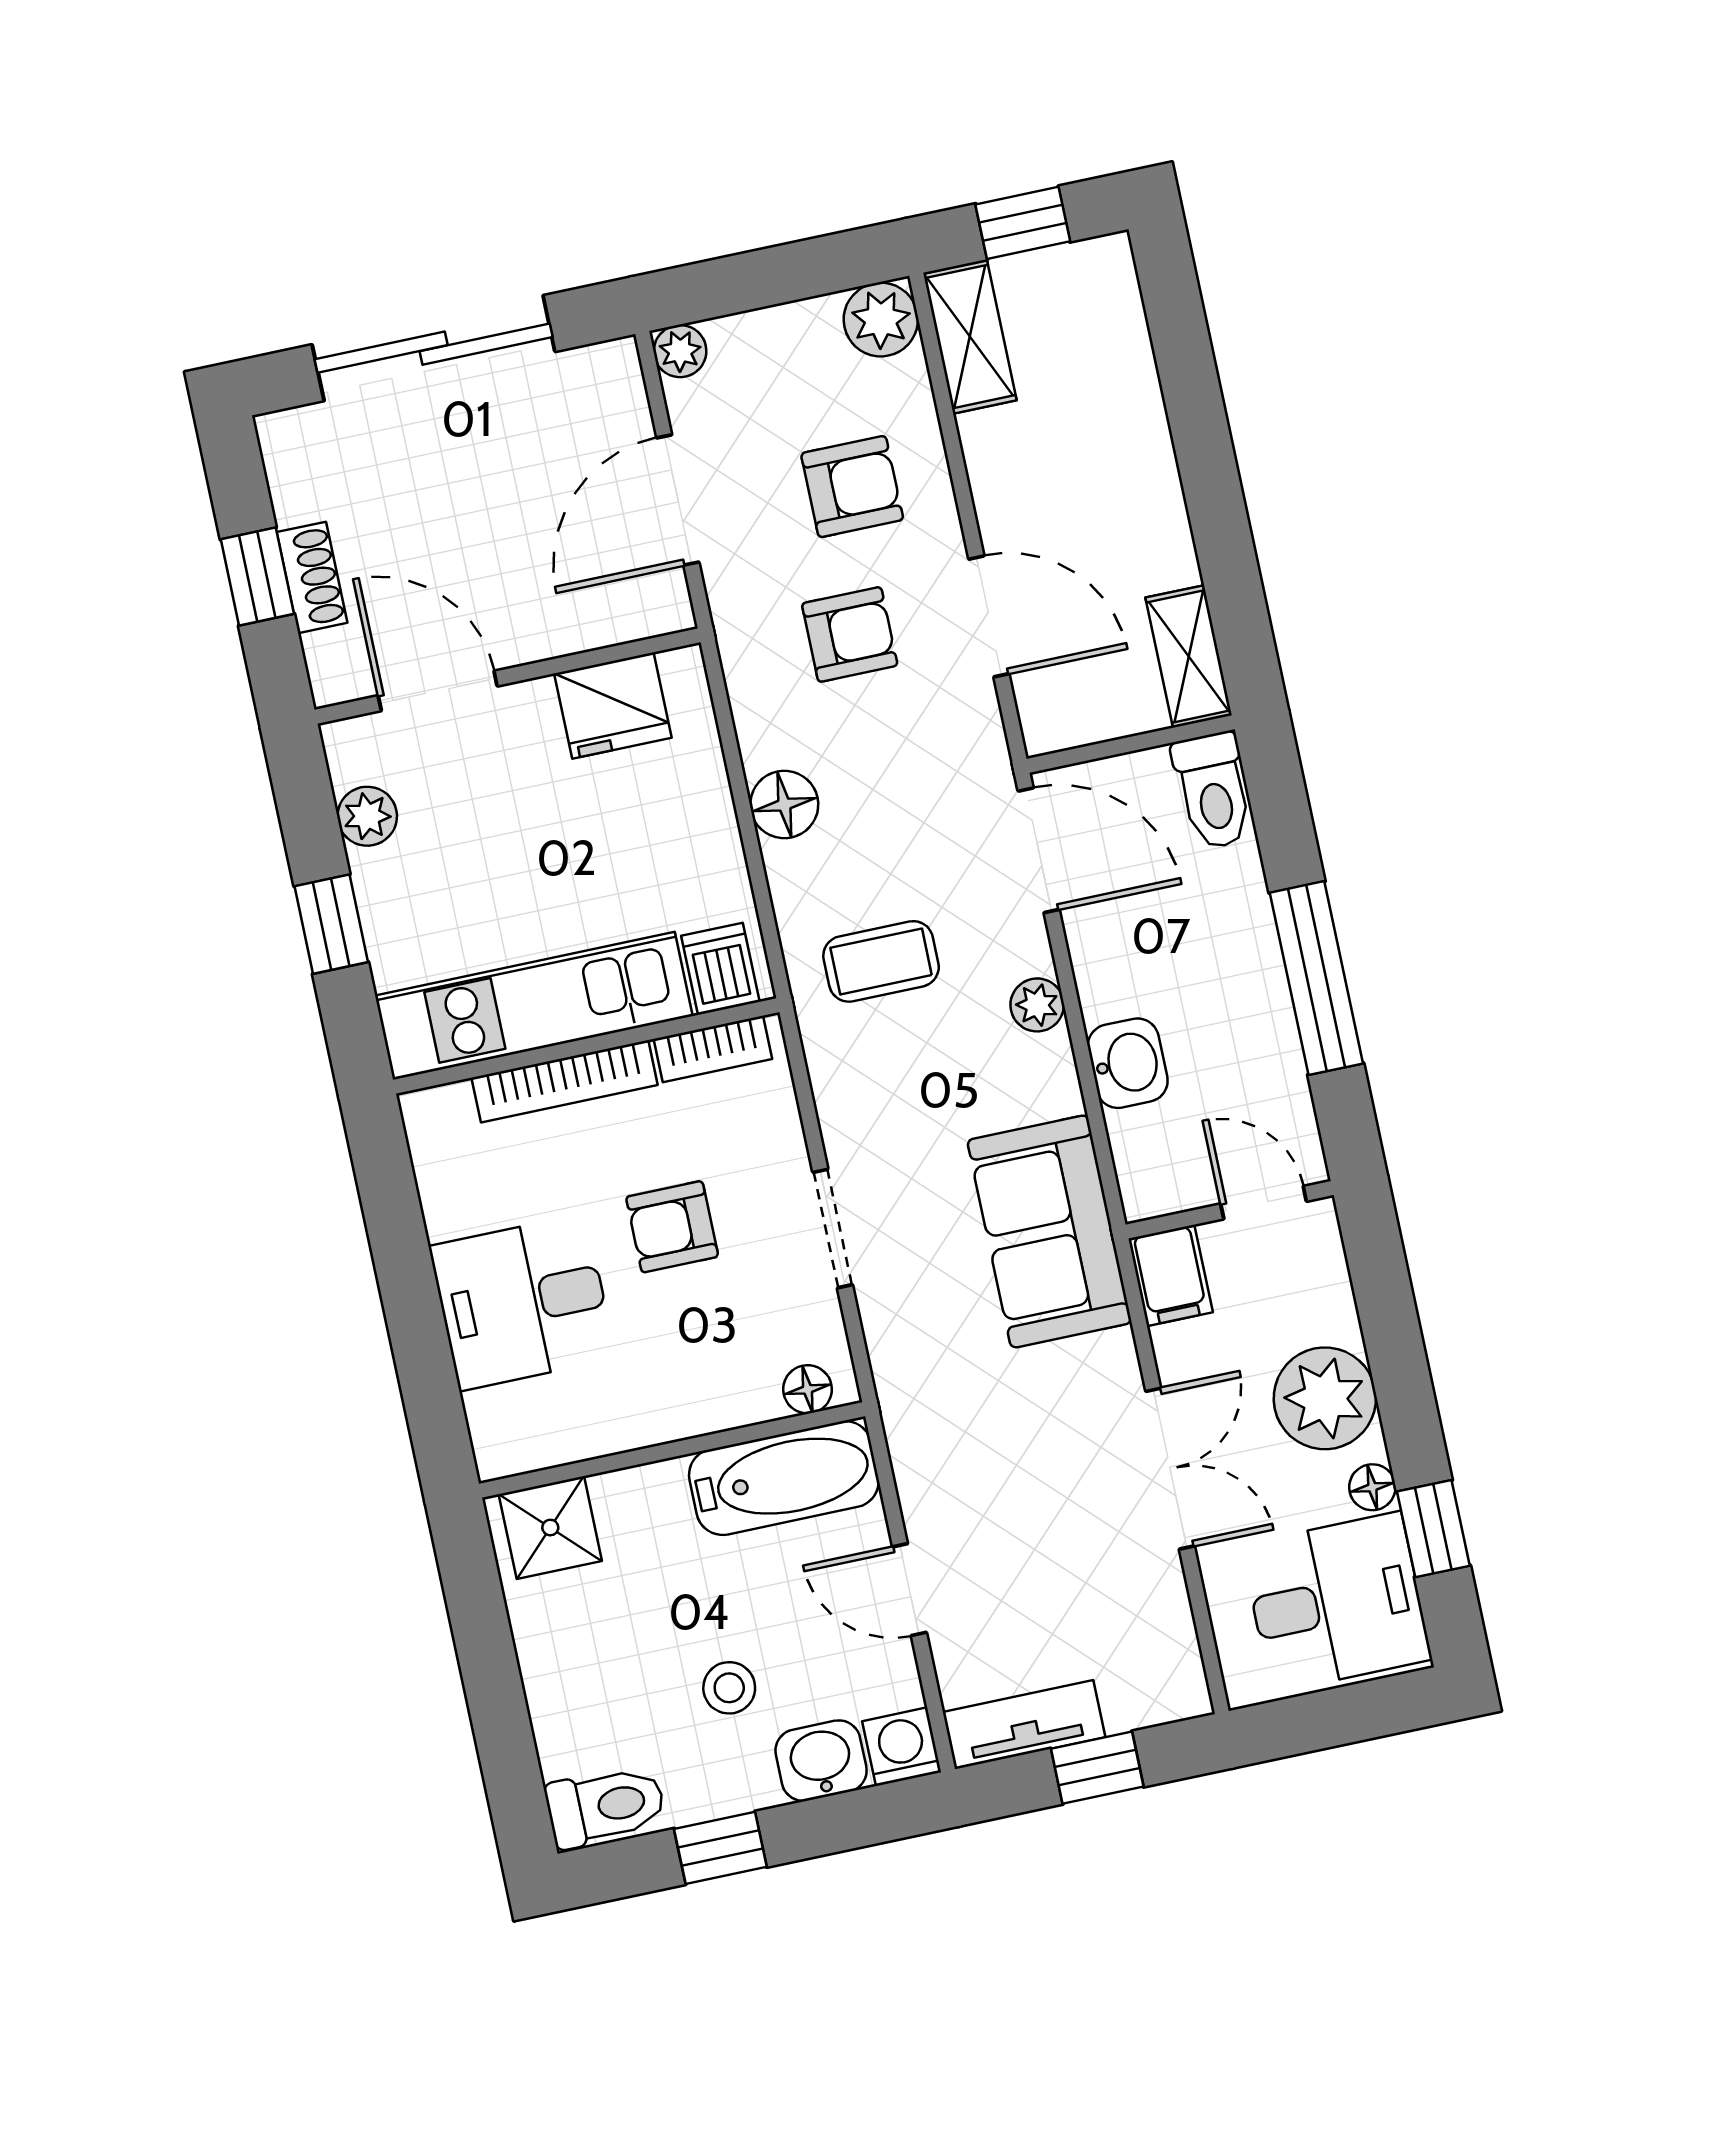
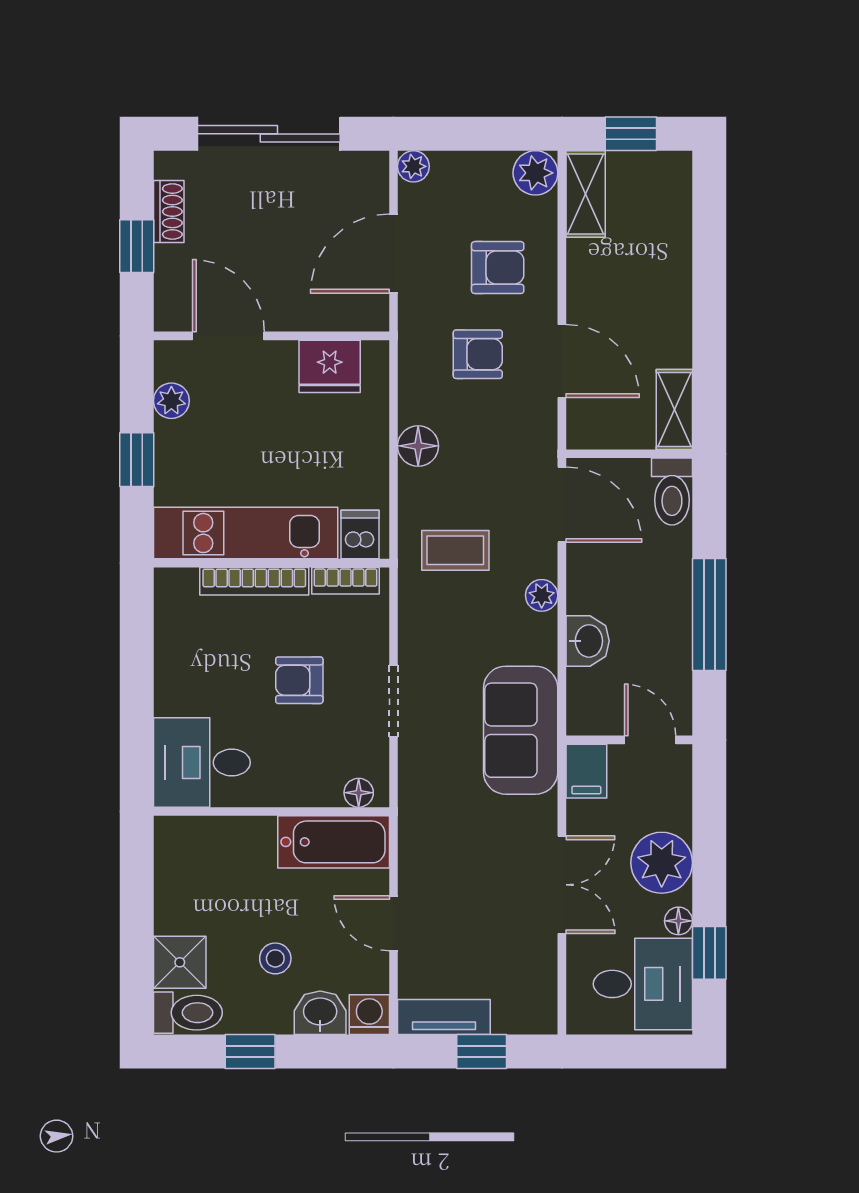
shoe rack: (312, 577) -> (169, 212), moved
desk: (522, 1302) -> (202, 762), moved
shower: (550, 1528) -> (180, 962), moved

